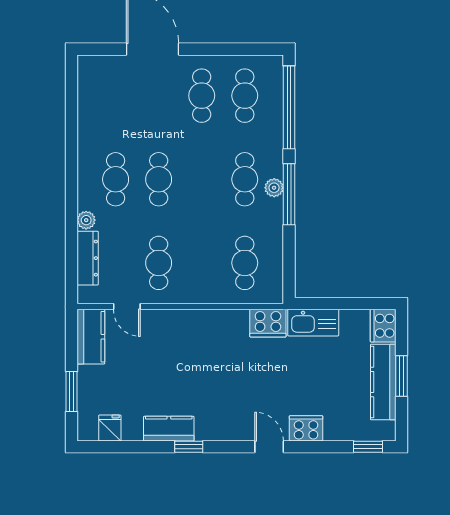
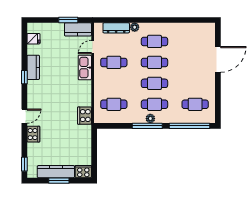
cafe table: (202, 96) -> (154, 83), moved
kitchen sink: (313, 323) -> (85, 68), moved
window: (71, 391) -> (68, 20), moved

